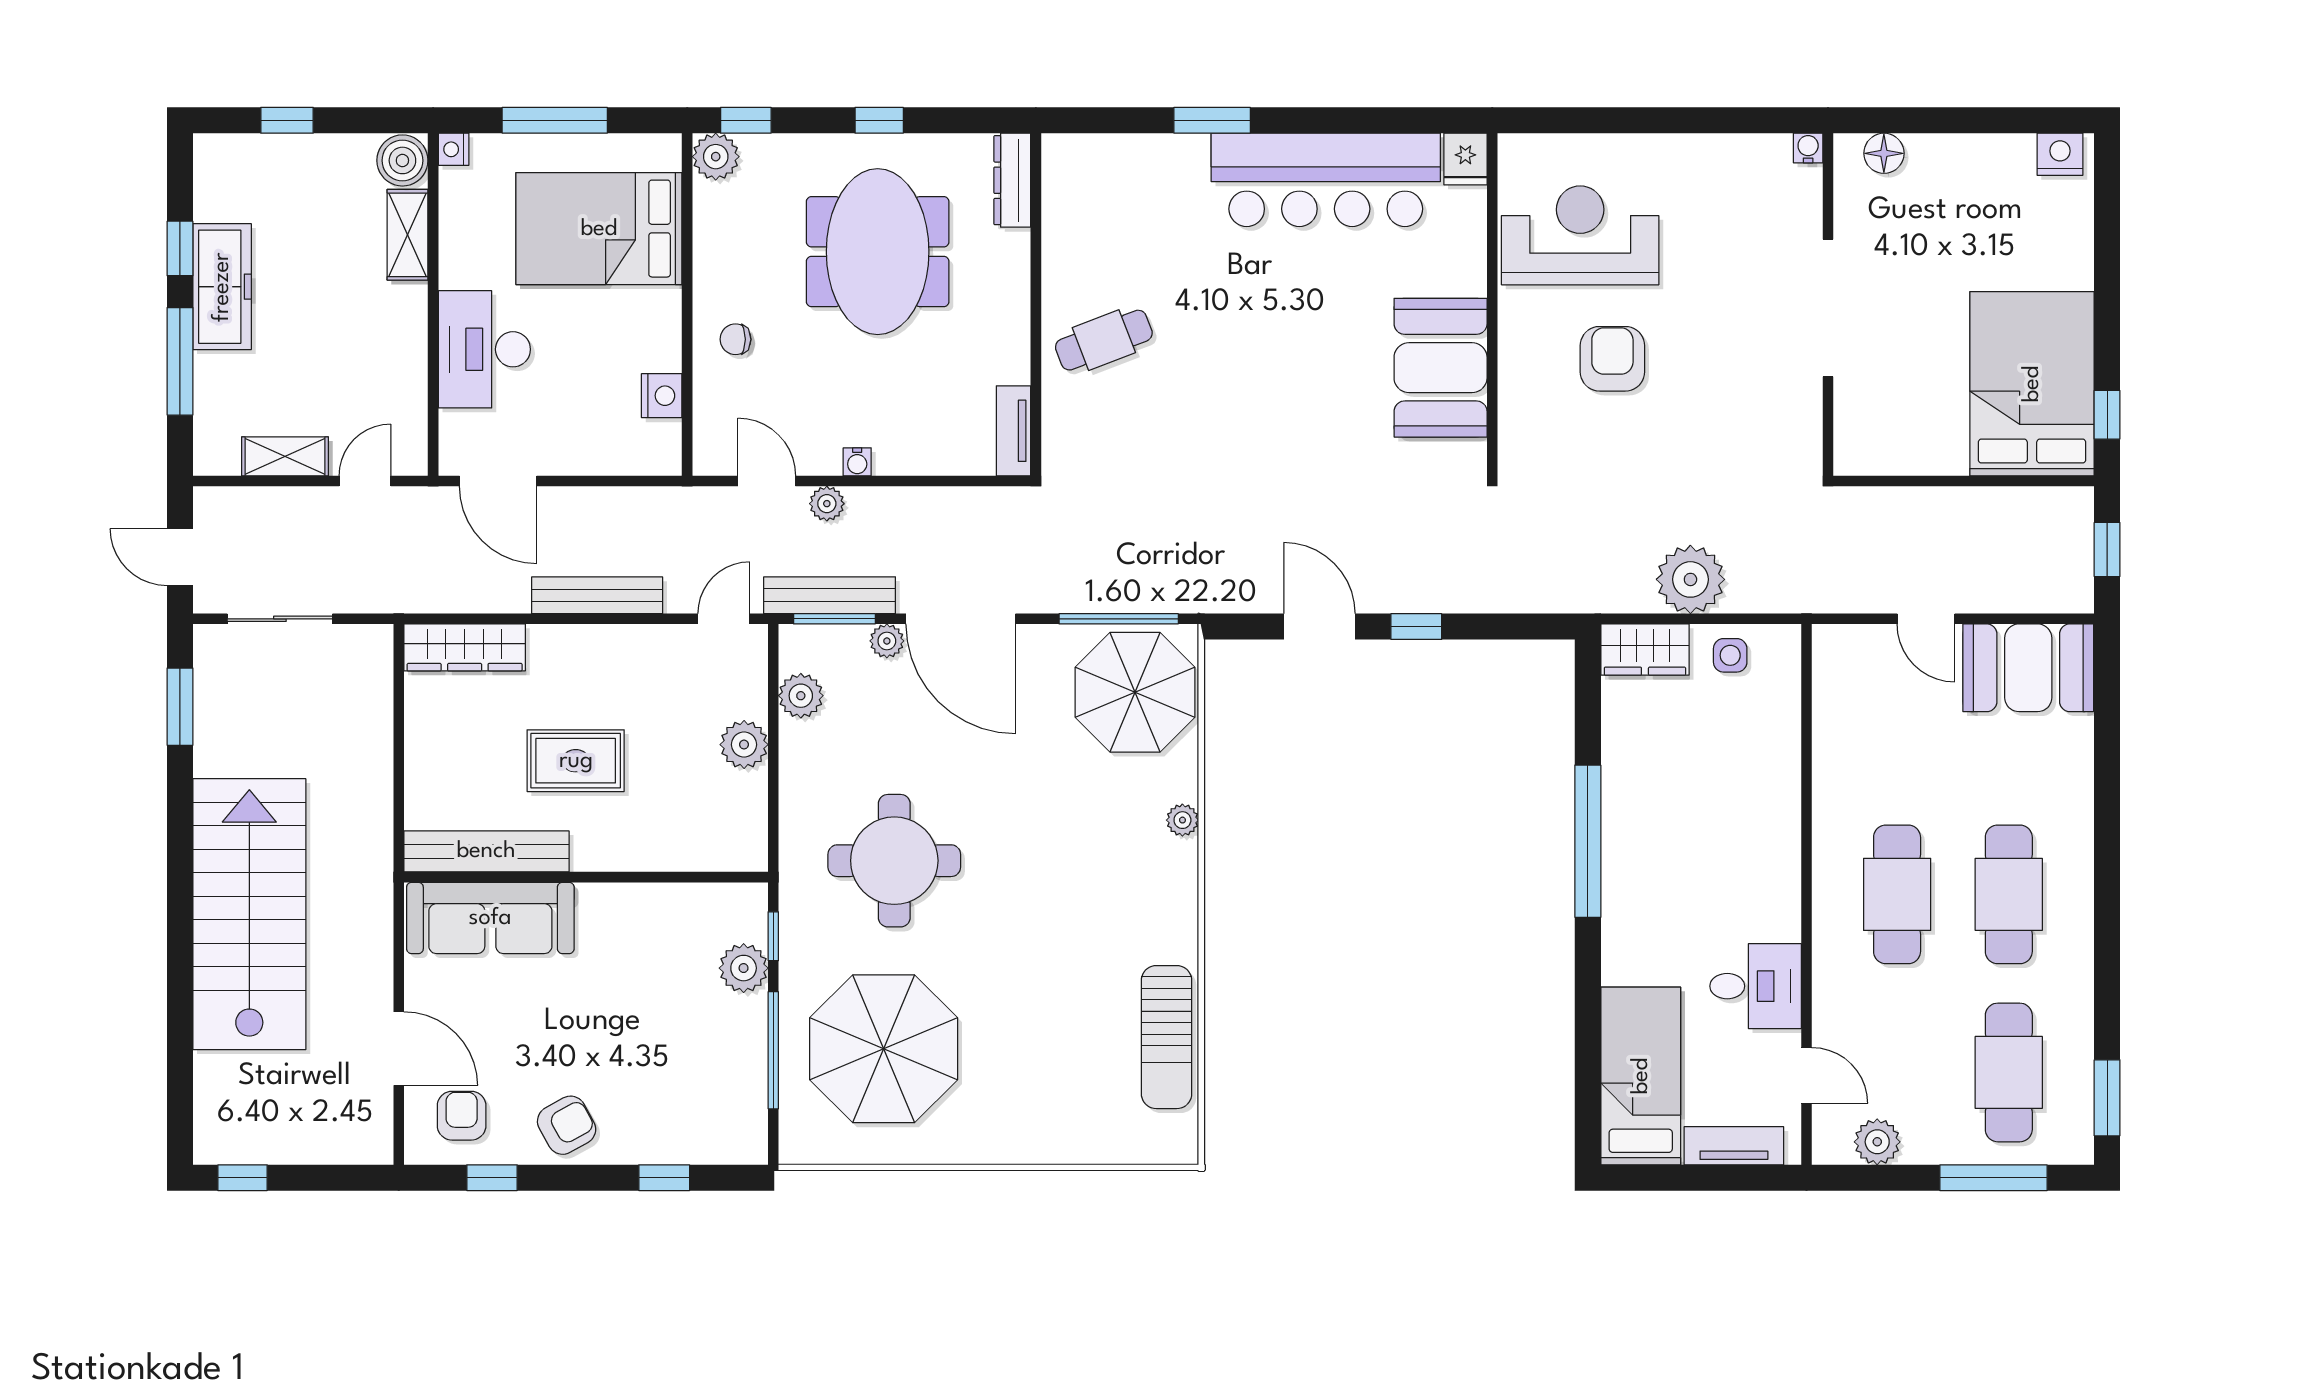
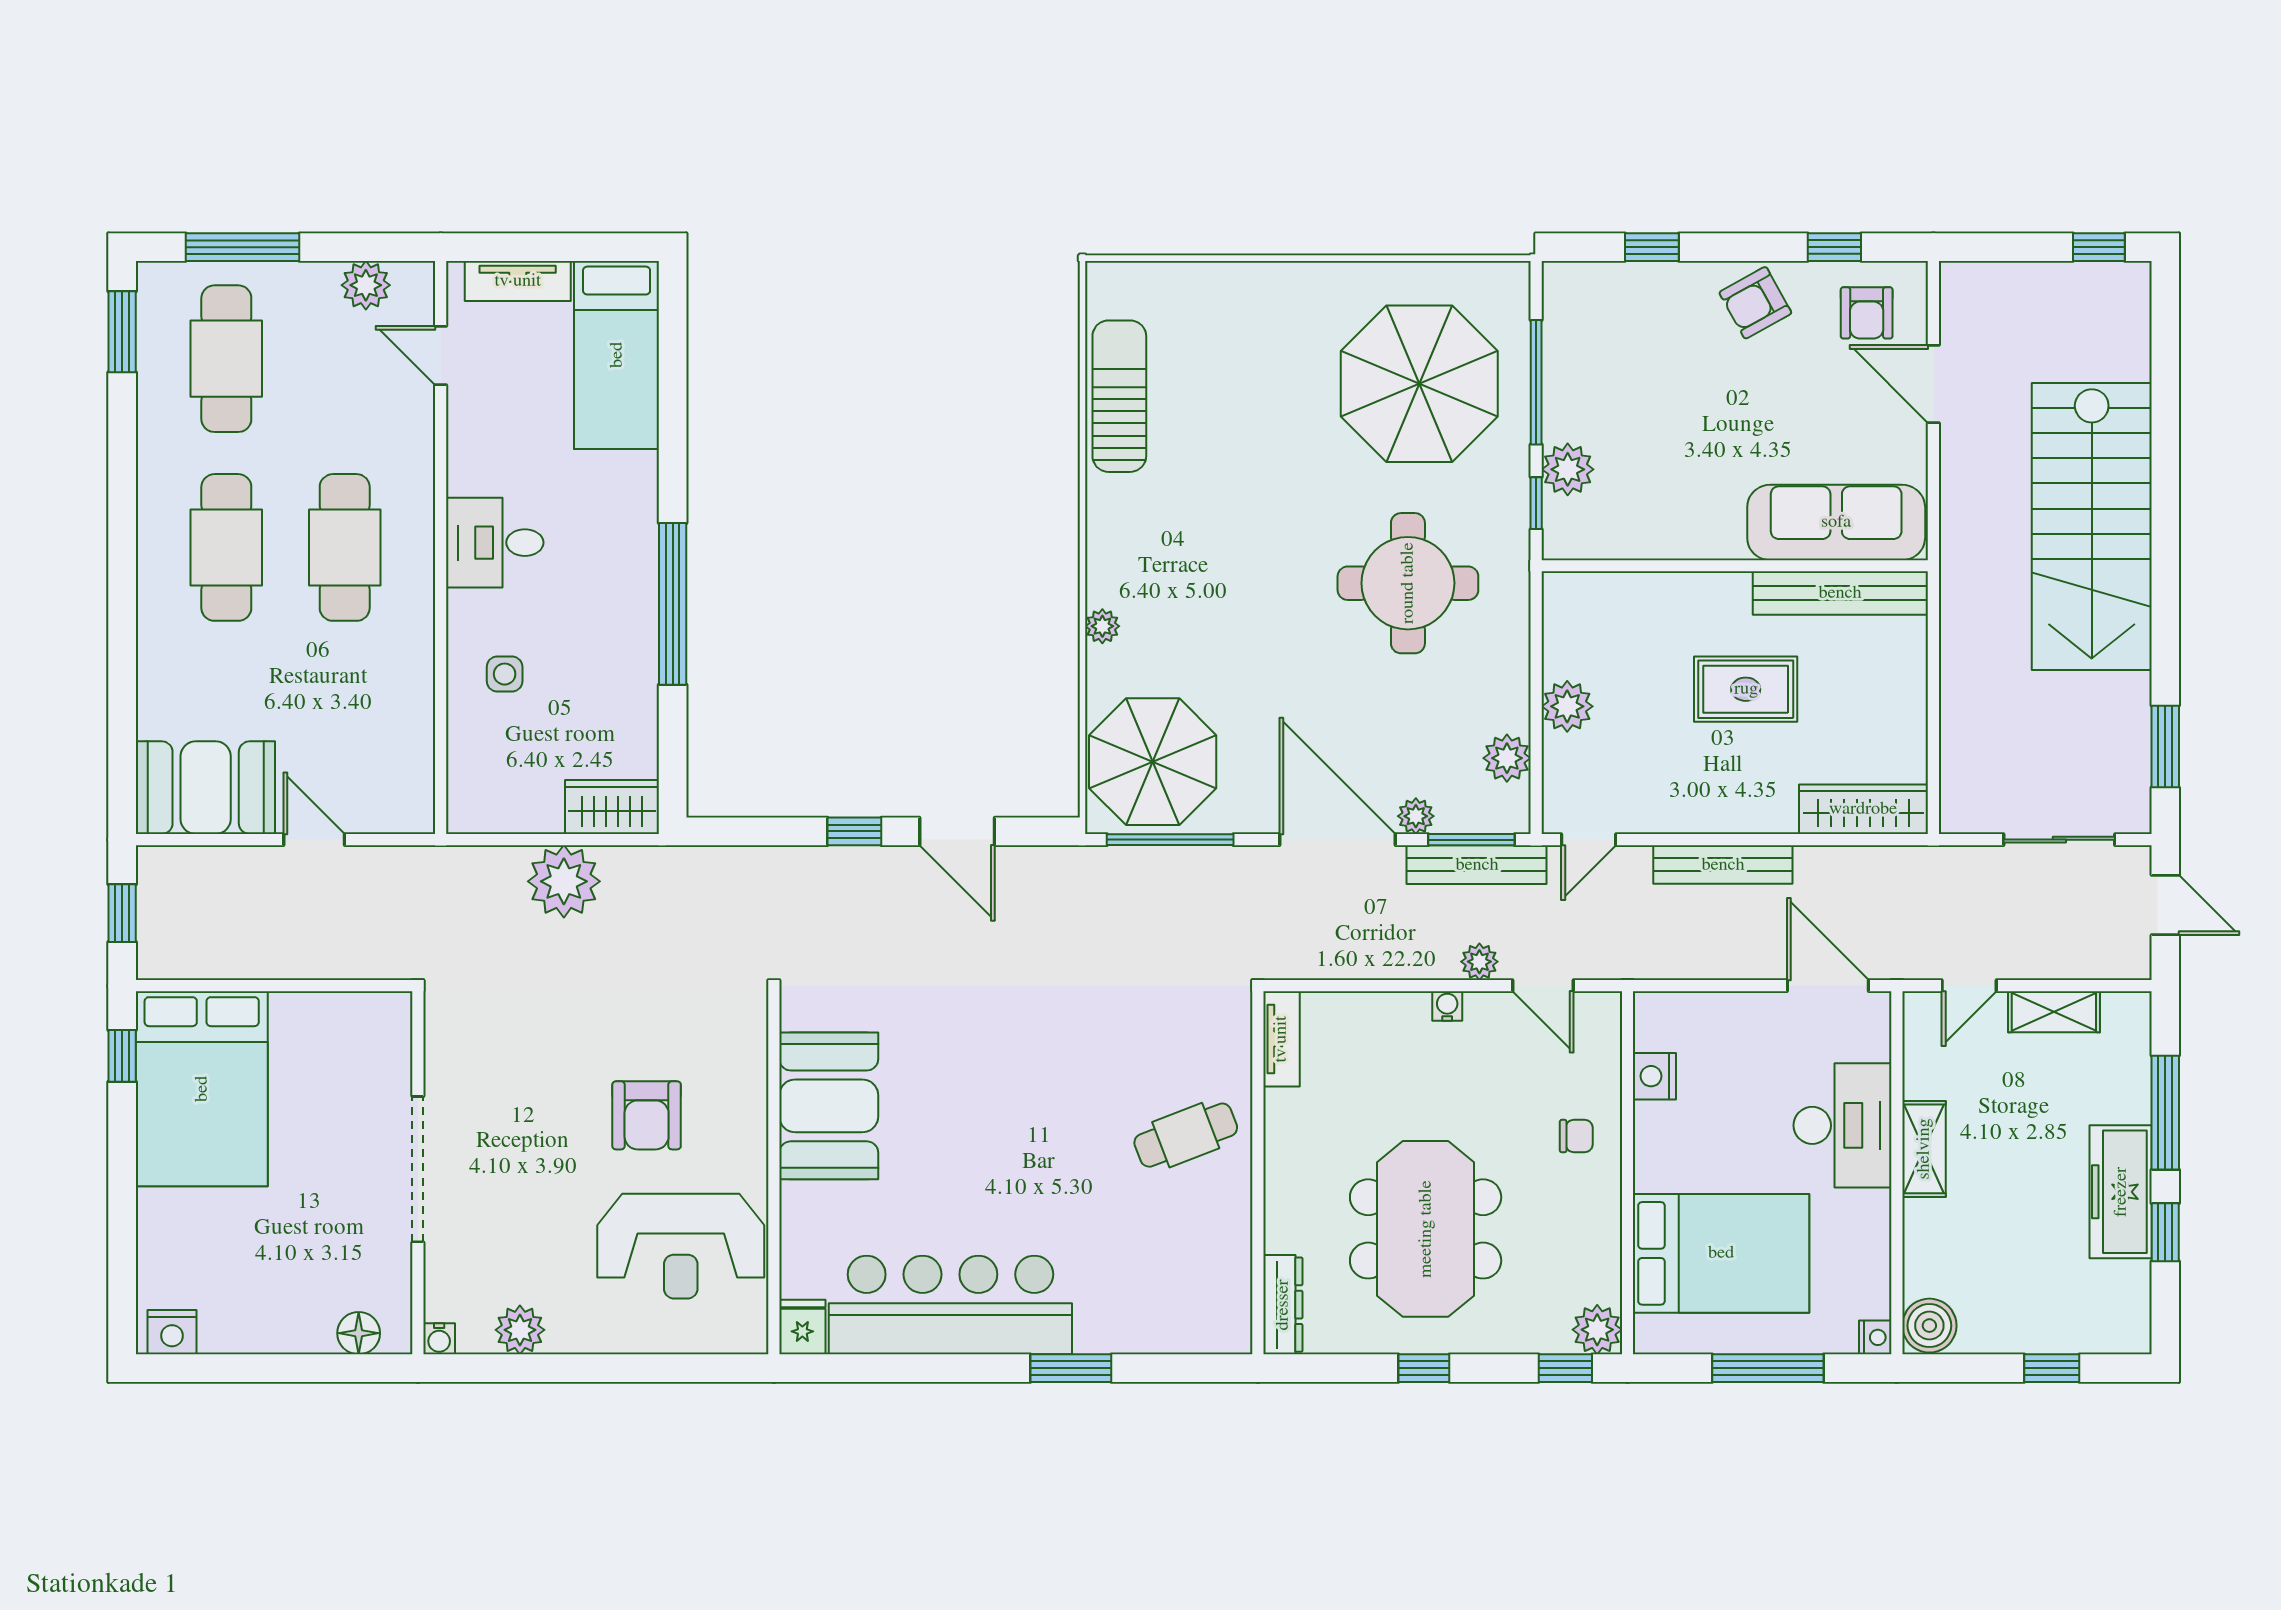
plant: (1732, 156) -> (520, 1330), added
shelving: (408, 235) -> (1924, 1149), moved
side table: (1730, 655) -> (505, 674), moved
desk: (1756, 986) -> (495, 543), moved

